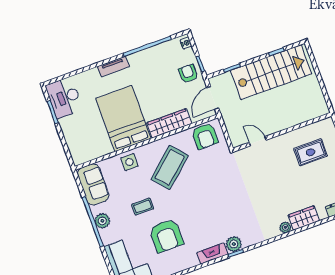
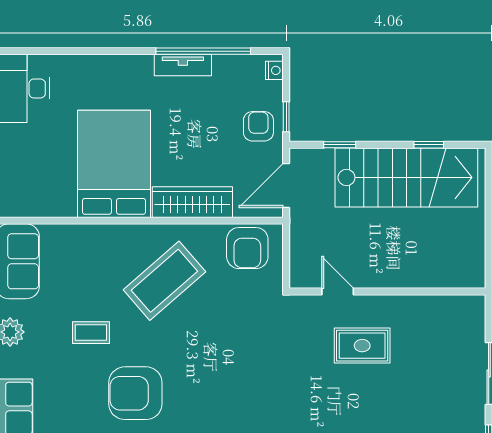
tv unit: (113, 67) -> (183, 65), moved
rug: (311, 152) -> (362, 346), moved
side table: (129, 162) -> (96, 245), removed
armchair: (166, 236) -> (135, 393), moved, turned 90

